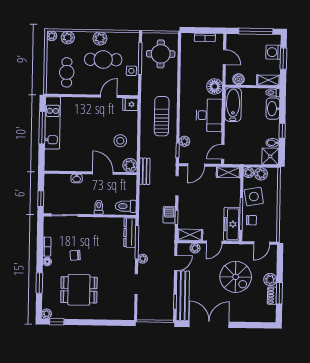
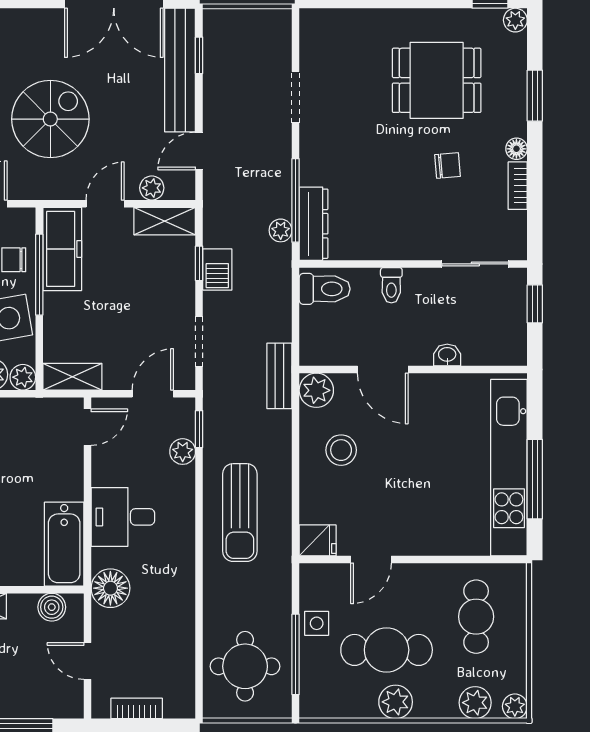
desk: (209, 115) -> (123, 517), width x0.73
kitchen unit: (53, 123) -> (509, 468), width x1.36
plant: (143, 259) -> (281, 230), moved
spiral stairs: (236, 277) -> (50, 119), turned 90

